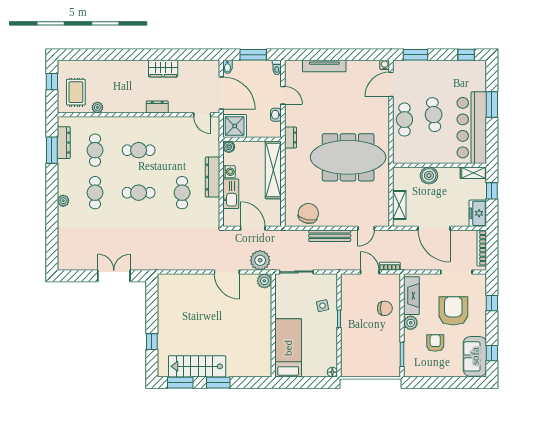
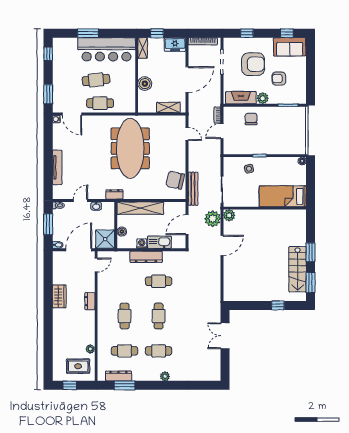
boiler: (229, 147) -> (122, 232), moved
bench: (330, 236) -> (193, 189), moved
armchair: (453, 311) -> (253, 64), turned 180

